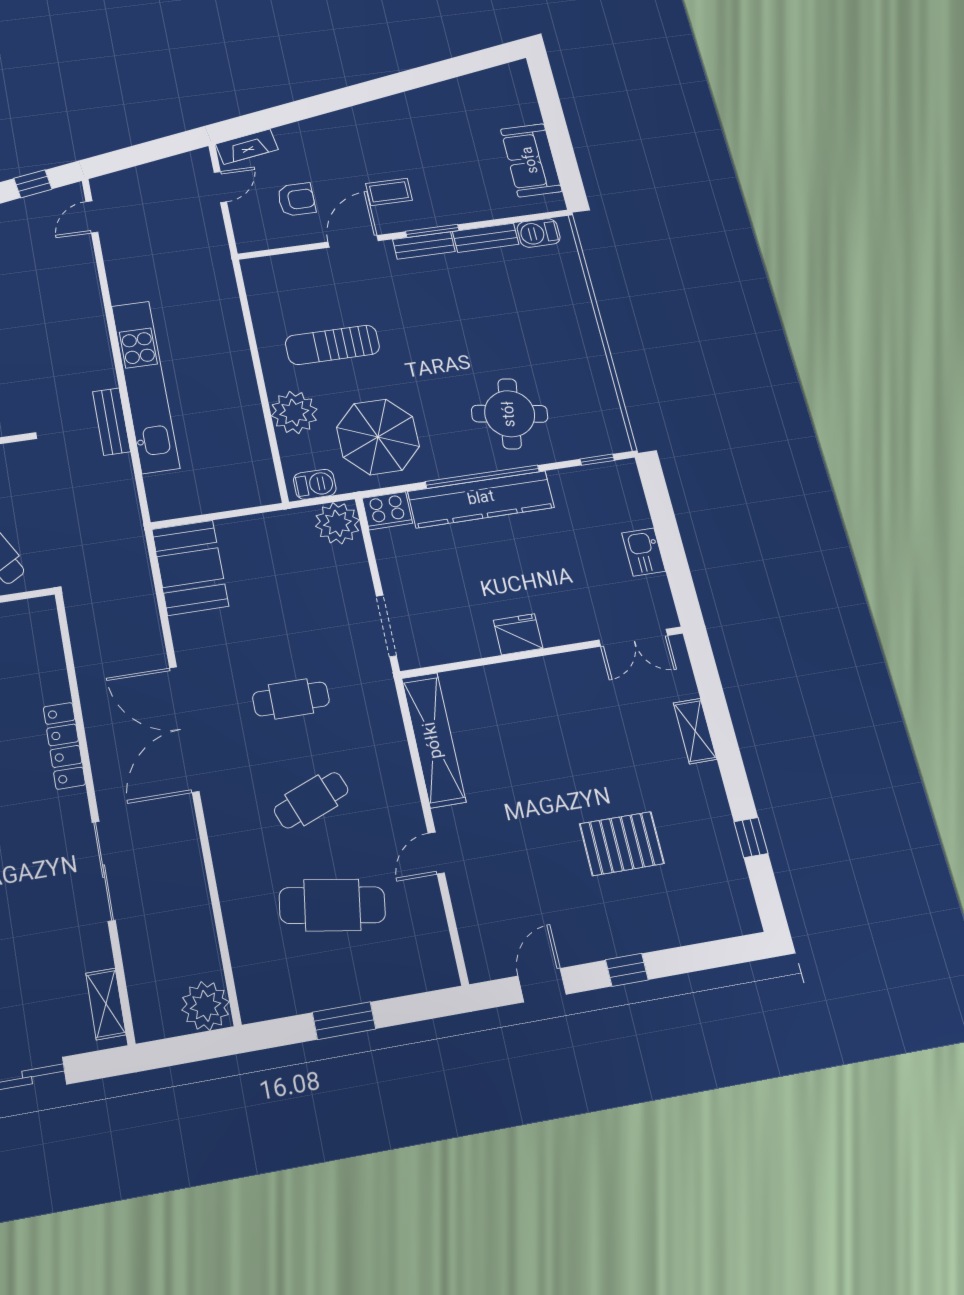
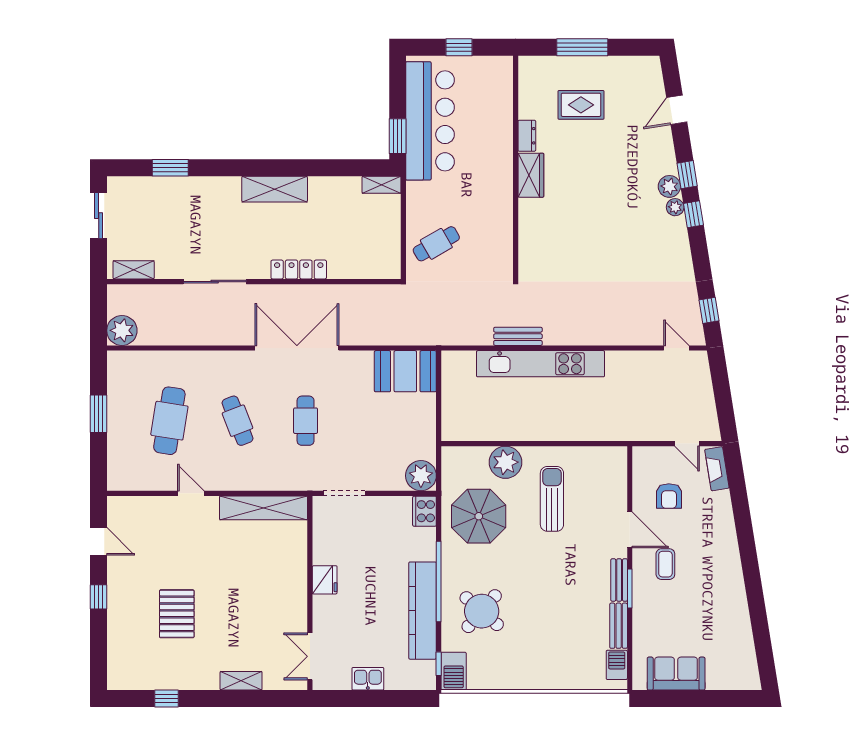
round table: (510, 414) -> (482, 611), turned 32
barbecue: (315, 484) -> (454, 671), moved, width x1.38, depth x1.27
kitchen counter: (481, 499) -> (423, 611), moved

